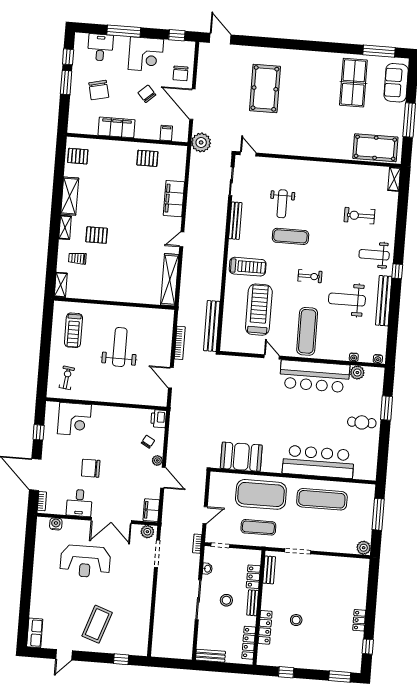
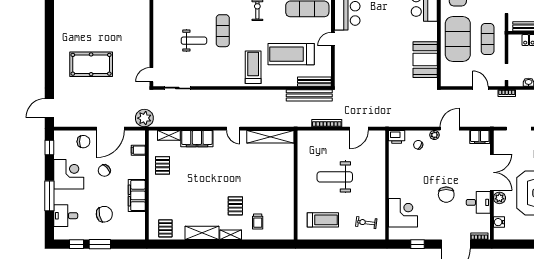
bench: (235, 221) -> (314, 82), moved
shelving: (61, 285) -> (169, 135), moved
plant: (147, 532) -> (499, 198), moved

